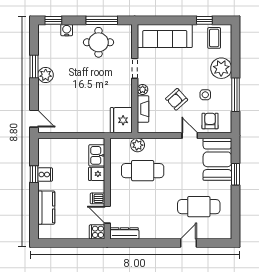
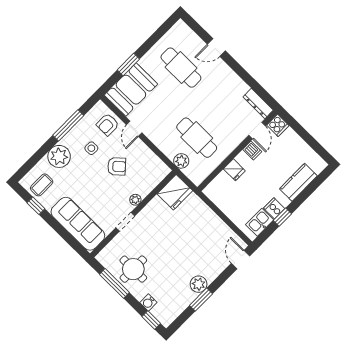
fireplace: (143, 109) -> (150, 184), removed
kitchen sink: (97, 155) -> (260, 222), moved, turned 180

